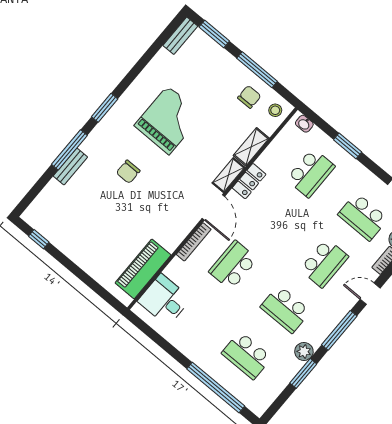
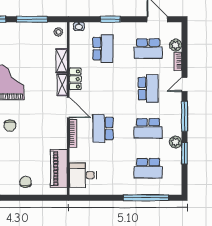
chair: (249, 97) -> (26, 182), moved

